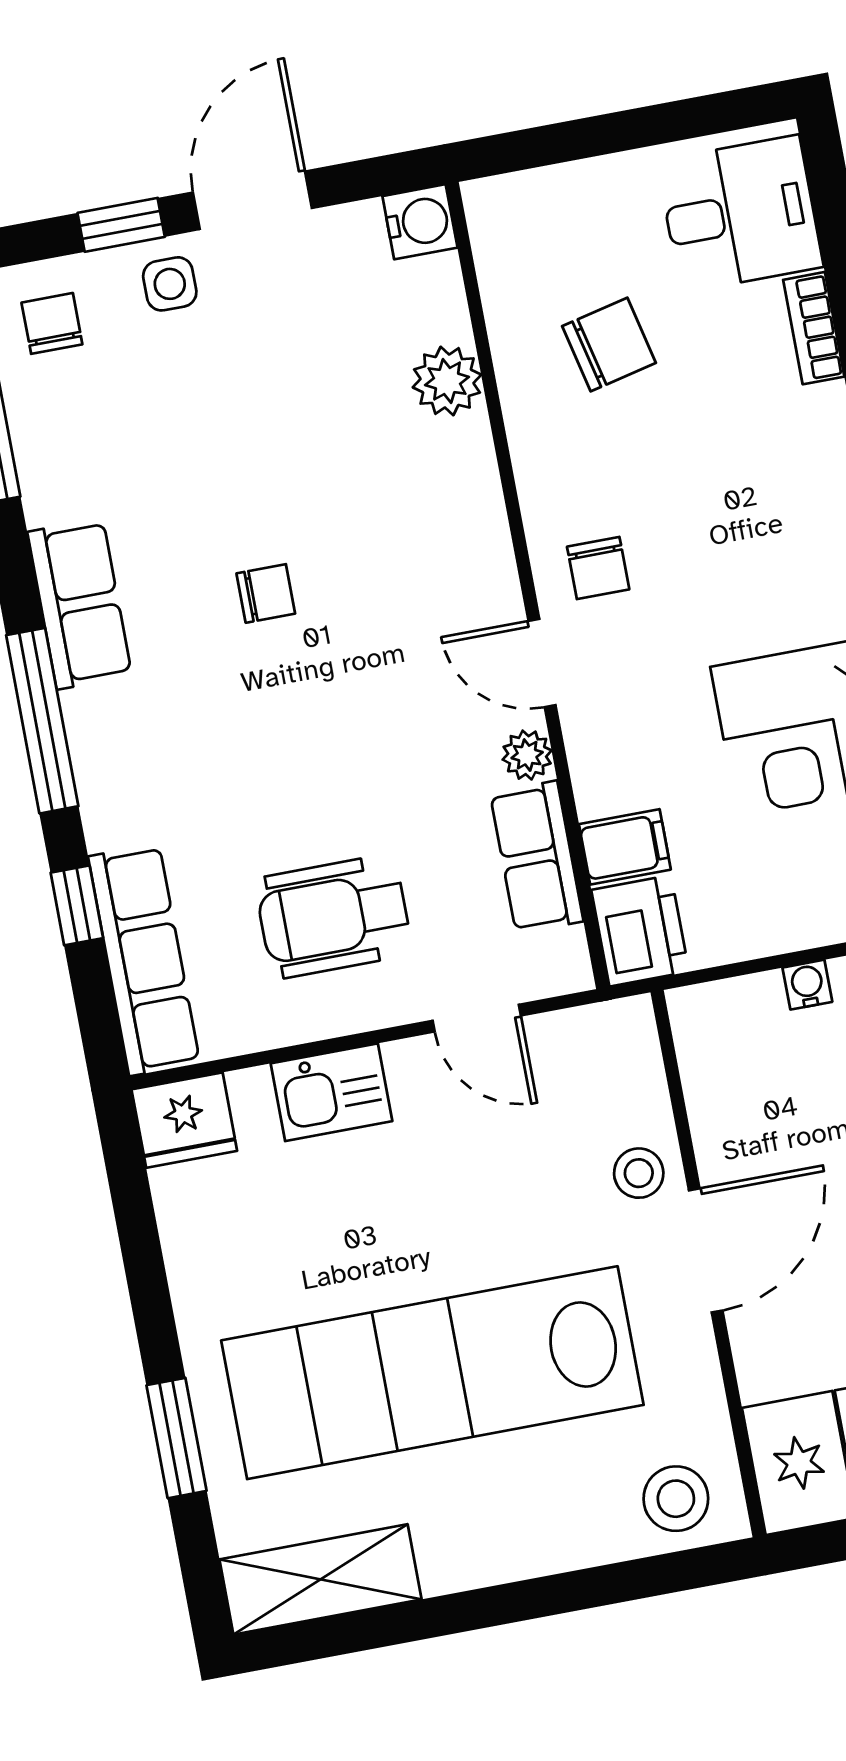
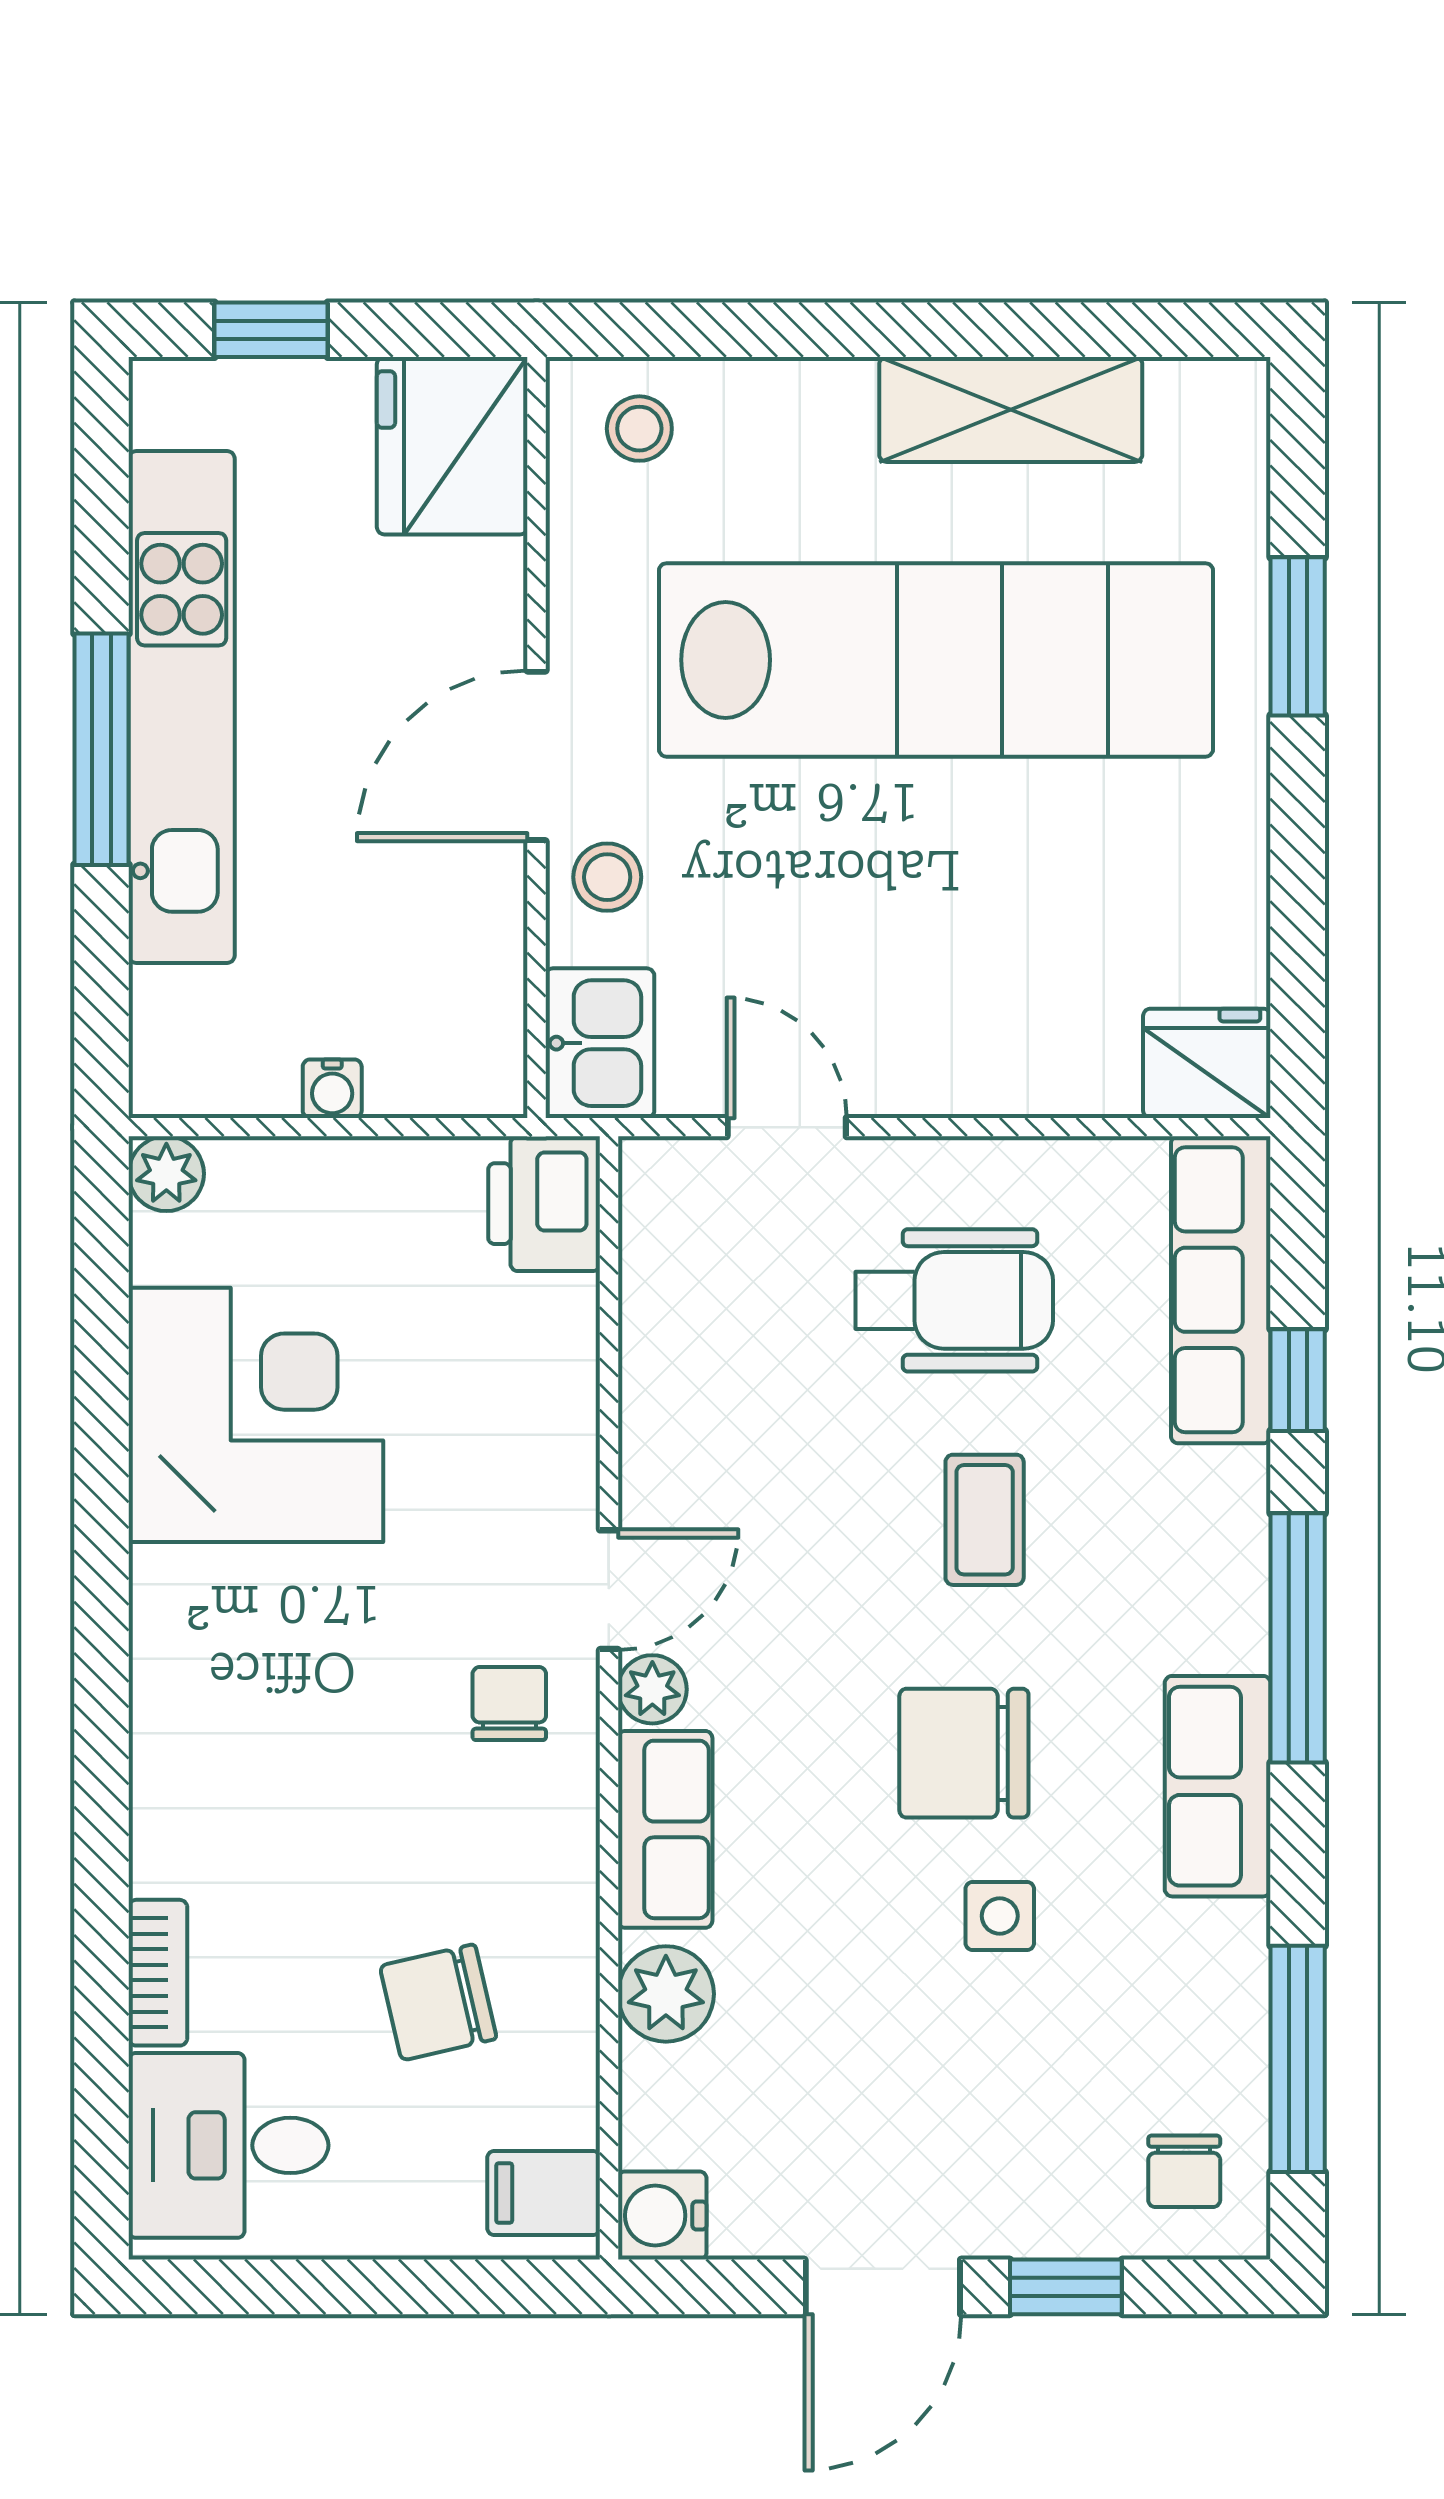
side table: (170, 284) -> (1000, 1916), moved
chair: (266, 593) -> (964, 1753), width x1.87, depth x1.87
door: (542, 663) -> (609, 1590), hinge flipped
plant: (527, 755) -> (652, 1689), moved
coffee table: (282, 763) -> (985, 1520), added
filing cabinet: (625, 847) -> (544, 2193), moved
row of seats: (537, 857) -> (665, 1829), moved
kitchen sink: (331, 1092) -> (600, 1043), moved, turned 90
stool: (676, 1499) -> (639, 429), width x0.73, depth x0.73
shelving: (321, 1579) -> (1011, 409), moved

